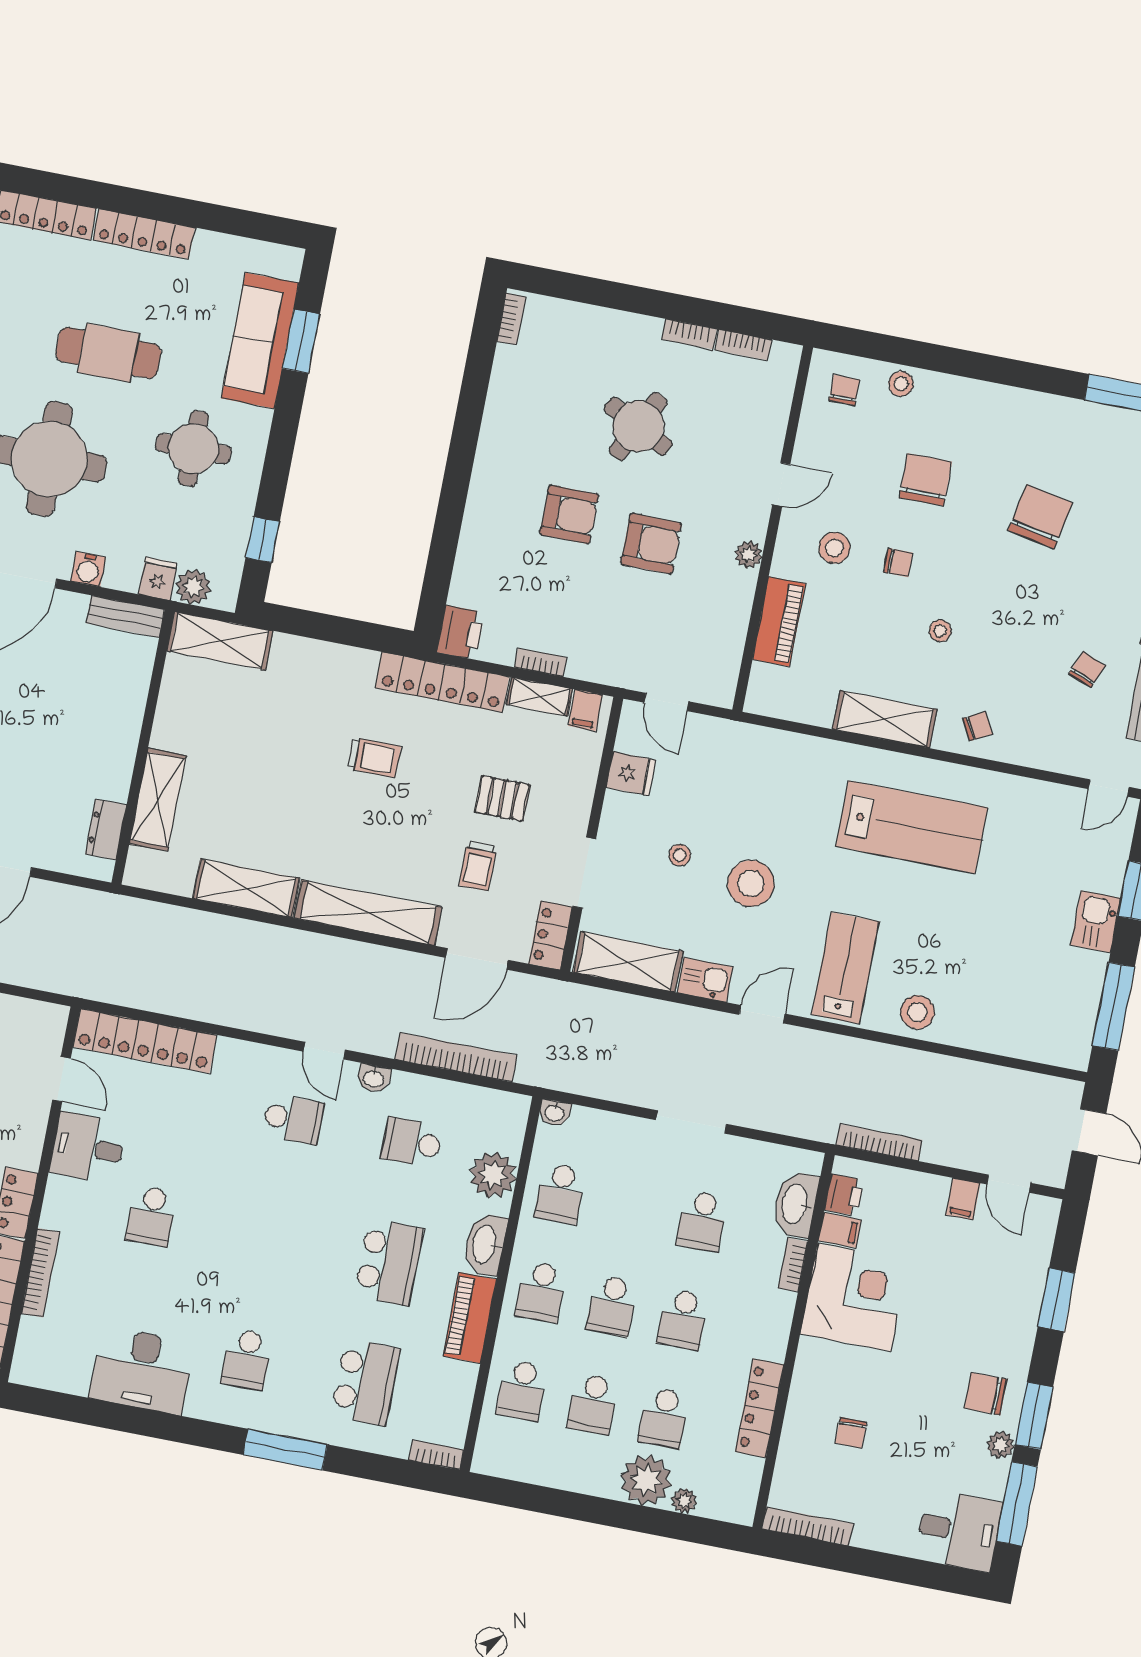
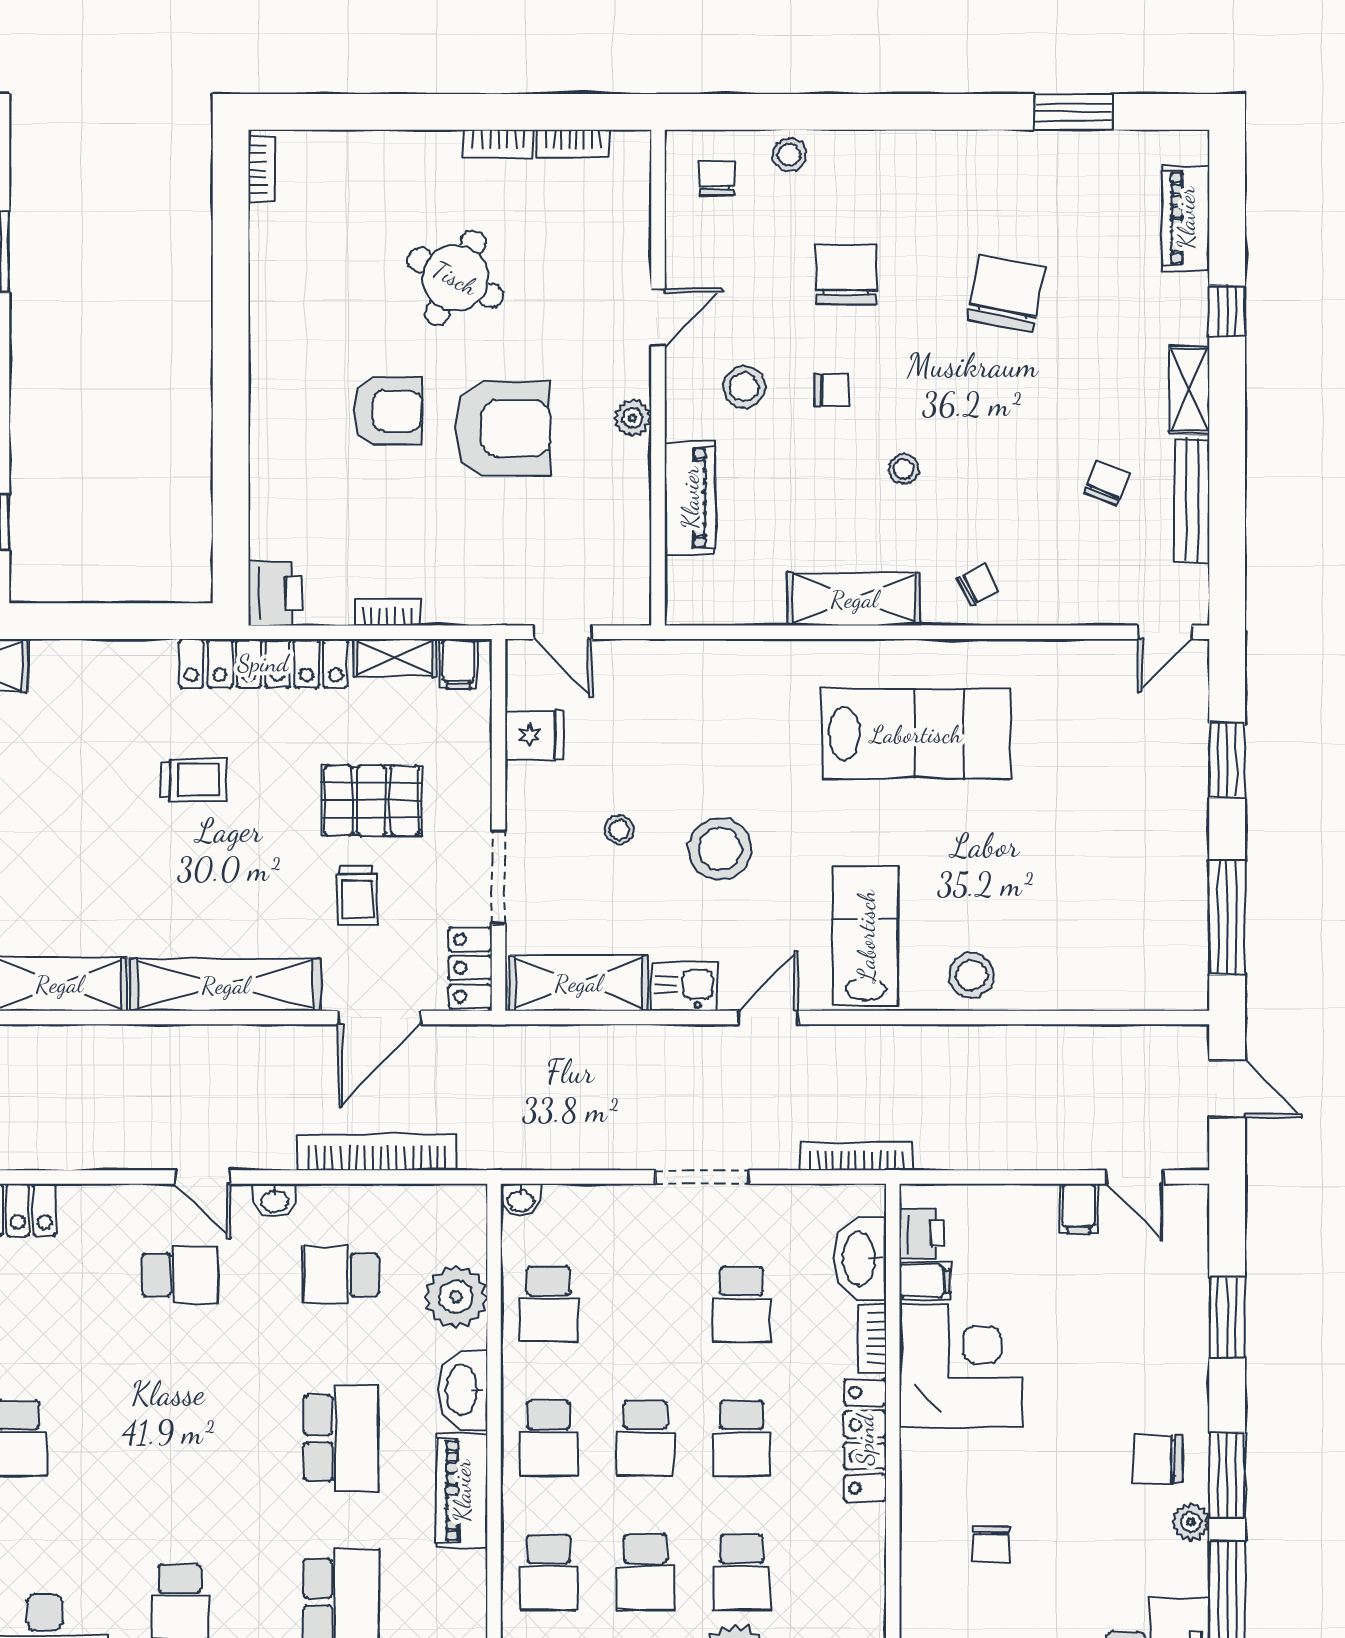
armchair: (651, 544) -> (502, 428), width x1.36, depth x1.36
pallet: (502, 798) -> (372, 800), width x1.50, depth x1.42
kitchen sink: (1096, 922) -> (1182, 811), removed
bookcase: (879, 1142) -> (857, 1156), moved
locker: (759, 1408) -> (865, 1440), moved

